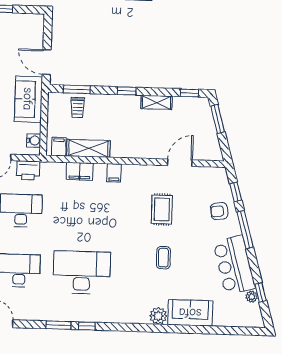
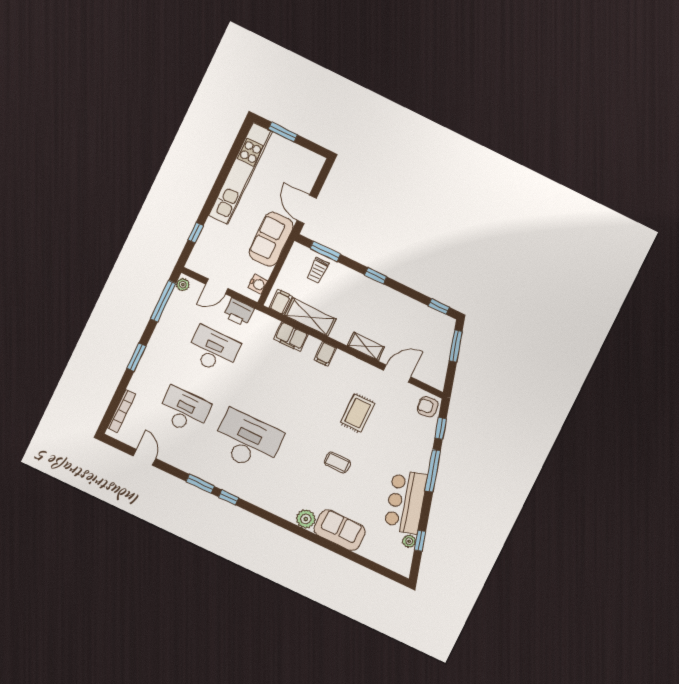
shelving: (157, 102) -> (366, 346), moved
armchair: (219, 211) -> (428, 407), moved
coffee table: (163, 258) -> (337, 462), turned 90

